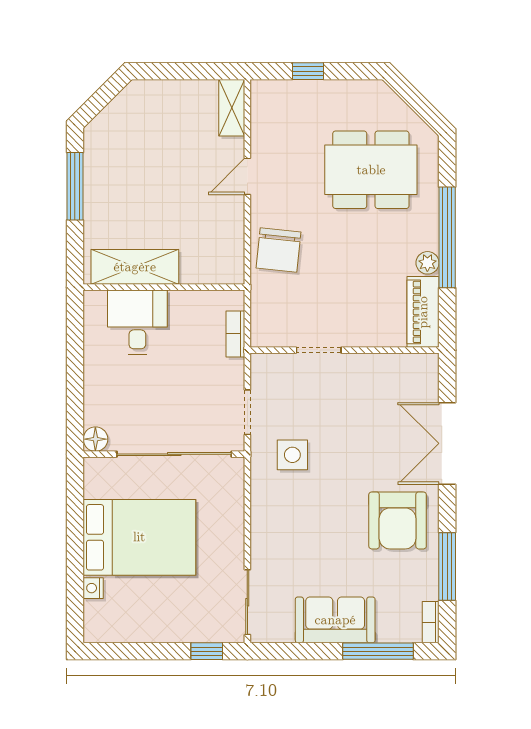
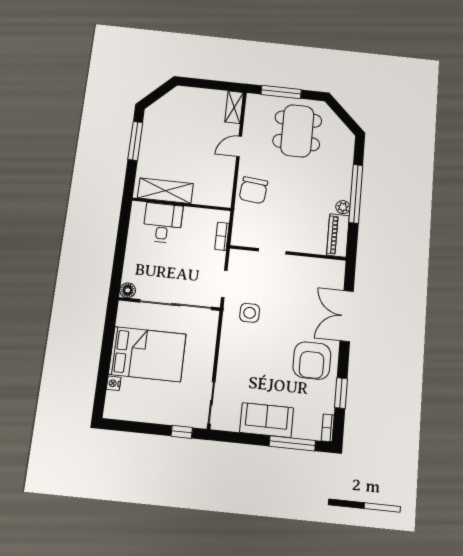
window: (308, 71) -> (281, 92), width x2.17
dining table: (371, 170) -> (297, 131), moved, turned 90
window: (447, 567) -> (341, 393), width x0.69

